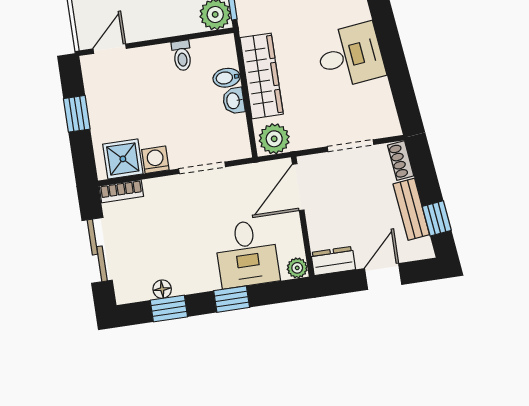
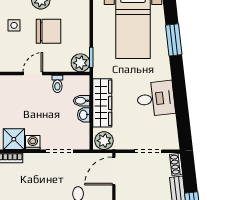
door: (110, 49) -> (33, 74), moved

